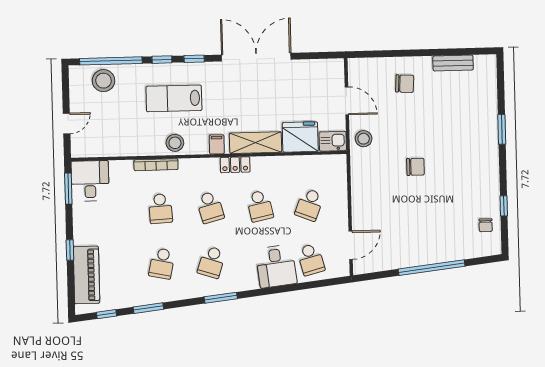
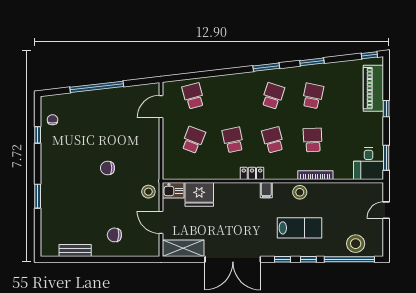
shelving: (256, 143) -> (183, 248), moved
desk: (276, 266) -> (221, 91), removed
window: (148, 308) -> (312, 62), moved
window: (106, 314) -> (369, 55), moved

